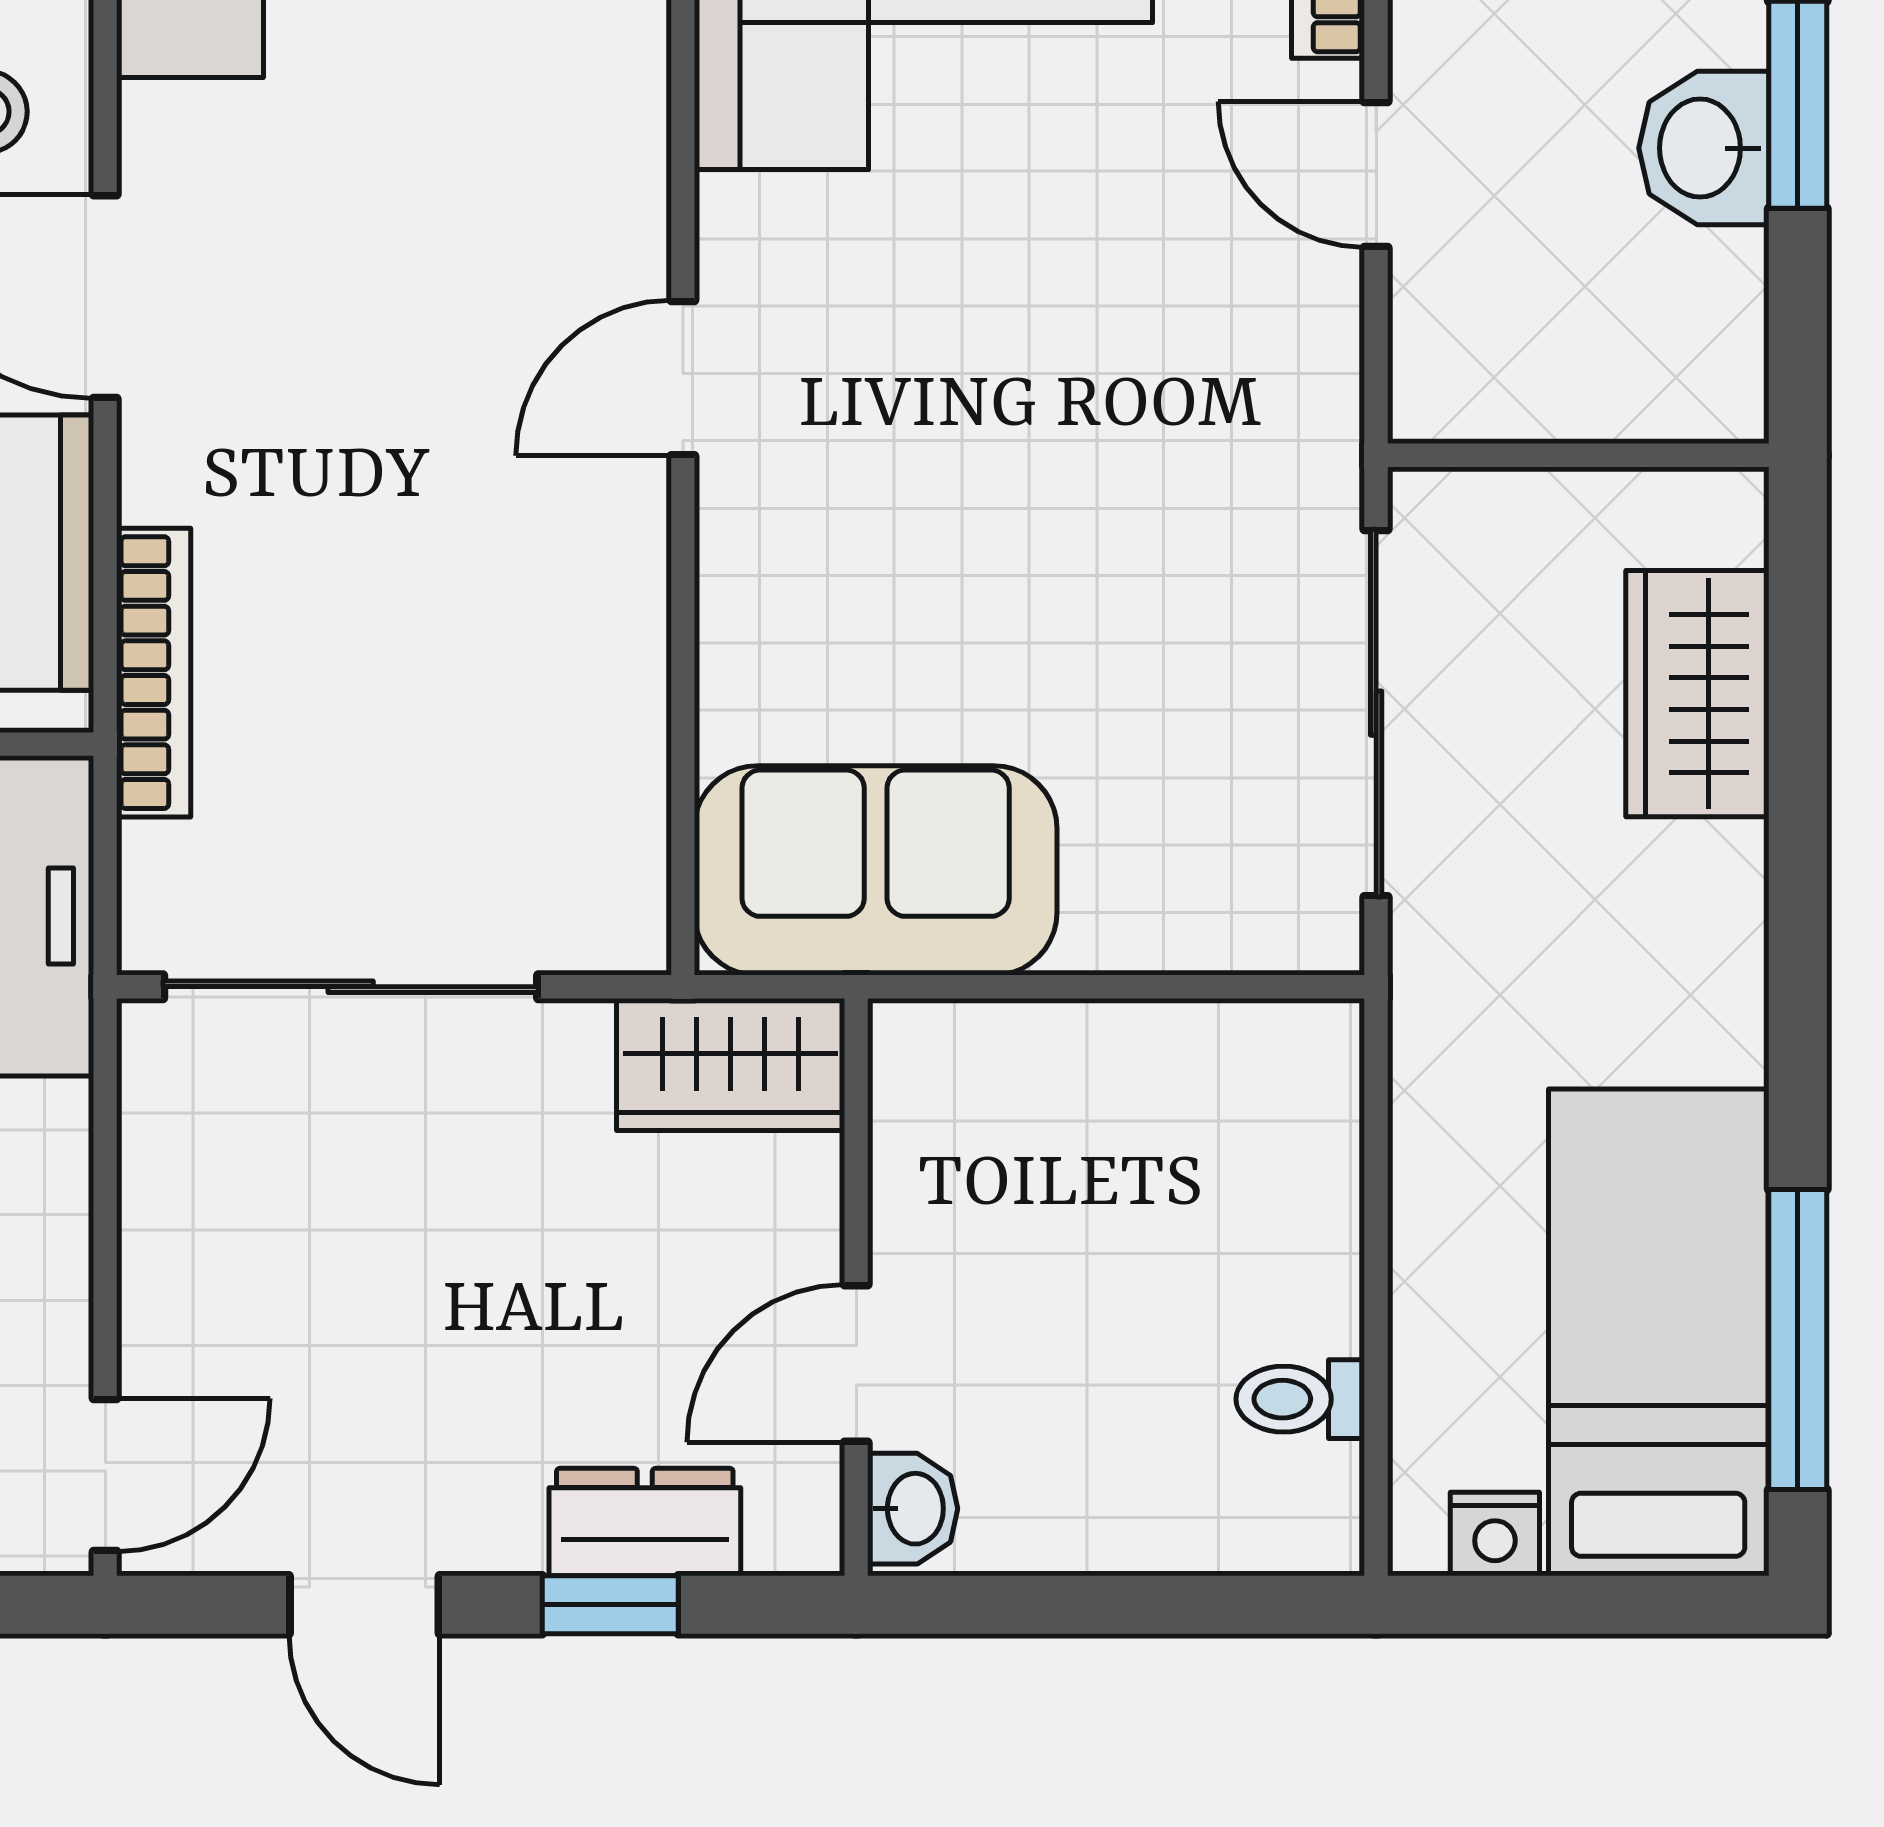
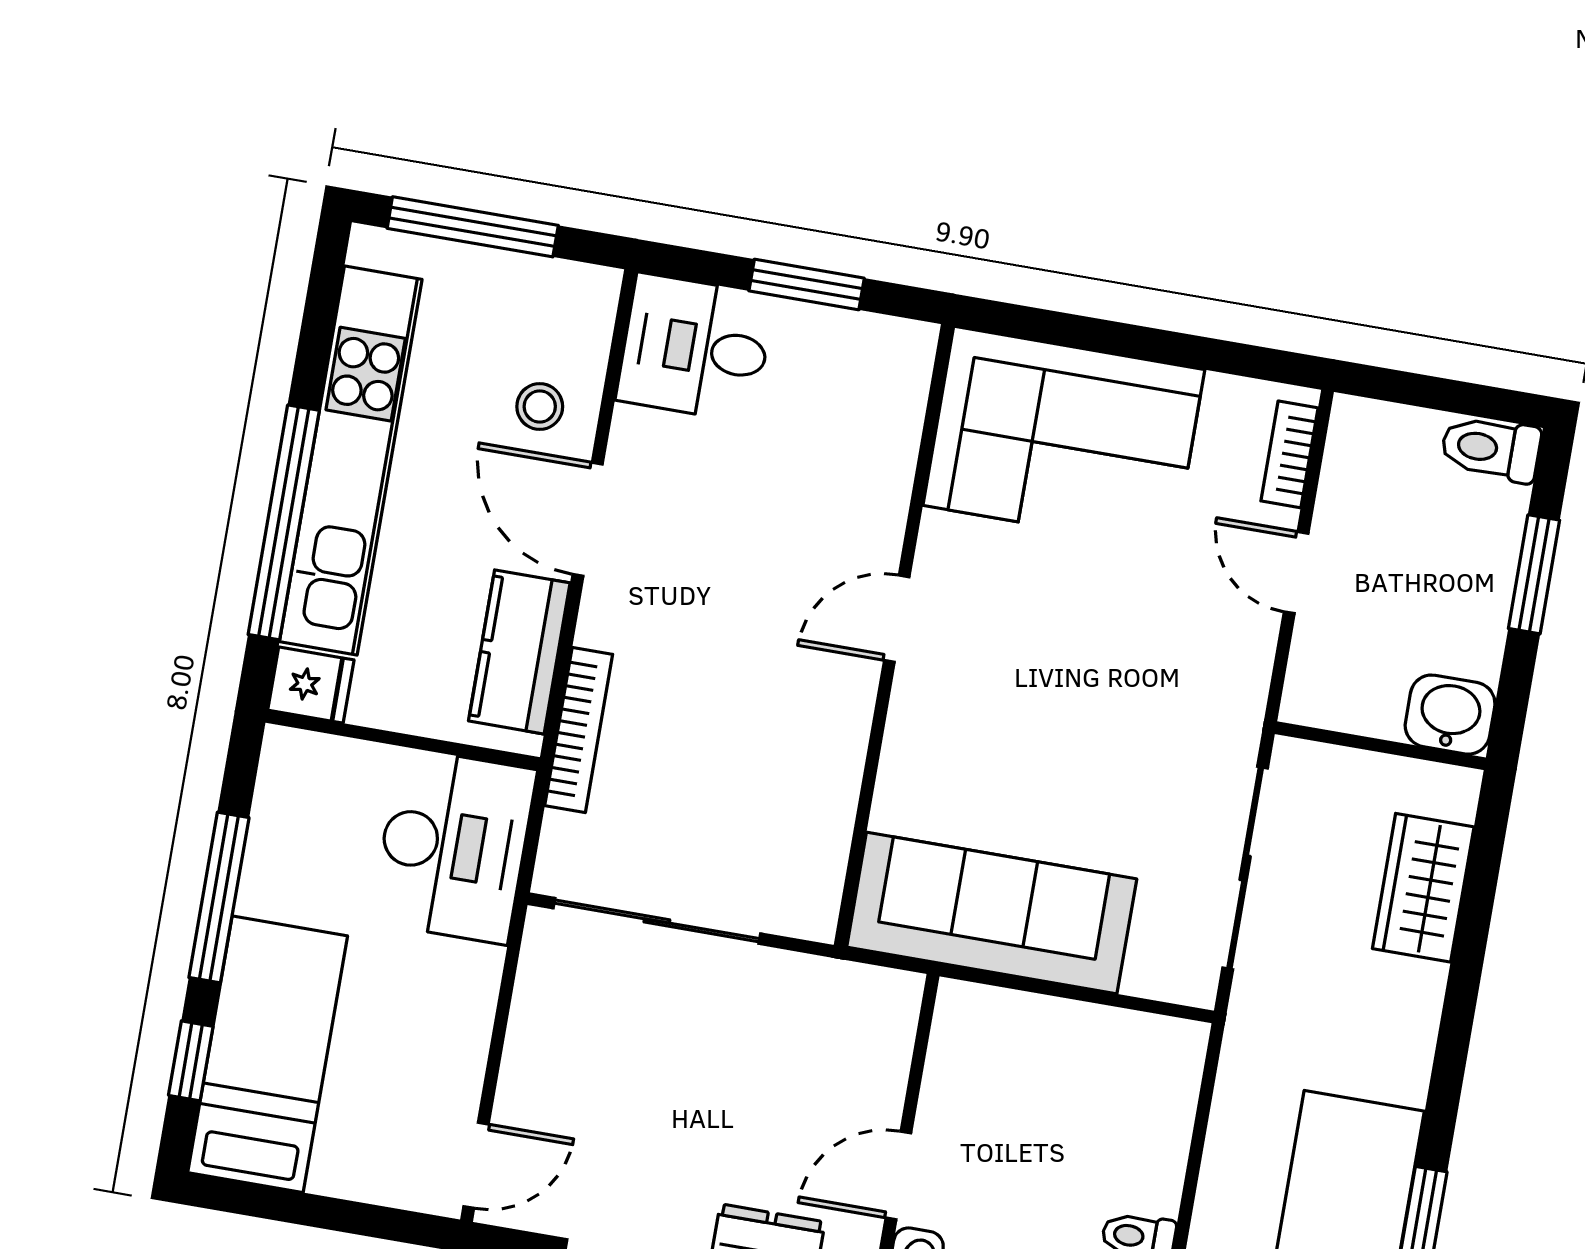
washbasin: (1704, 148) -> (1450, 715), moved, turned 90
sofa: (876, 870) -> (992, 913), width x1.36
wardrobe: (731, 1064) -> (858, 999), removed

